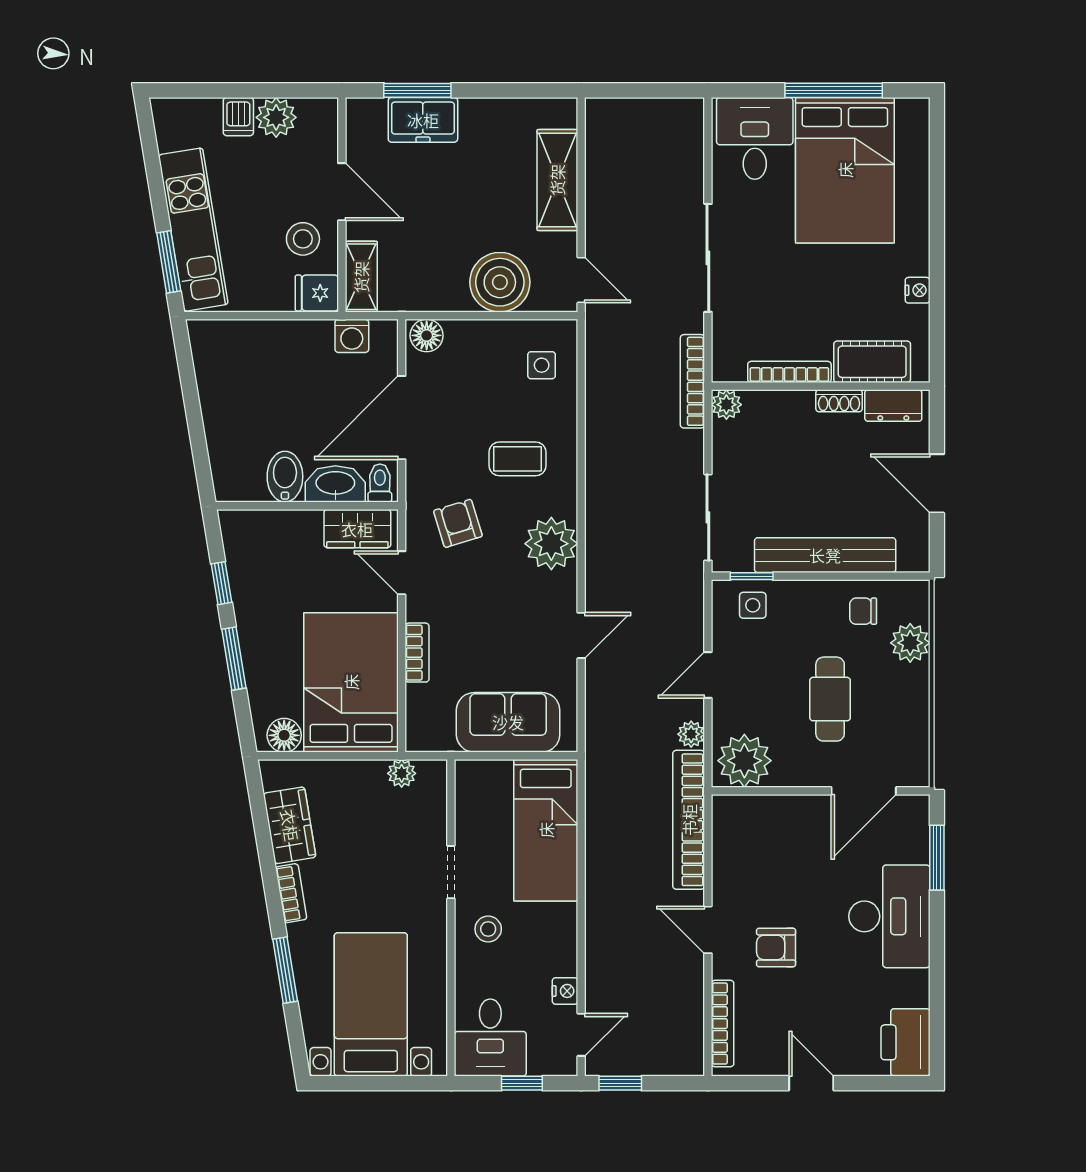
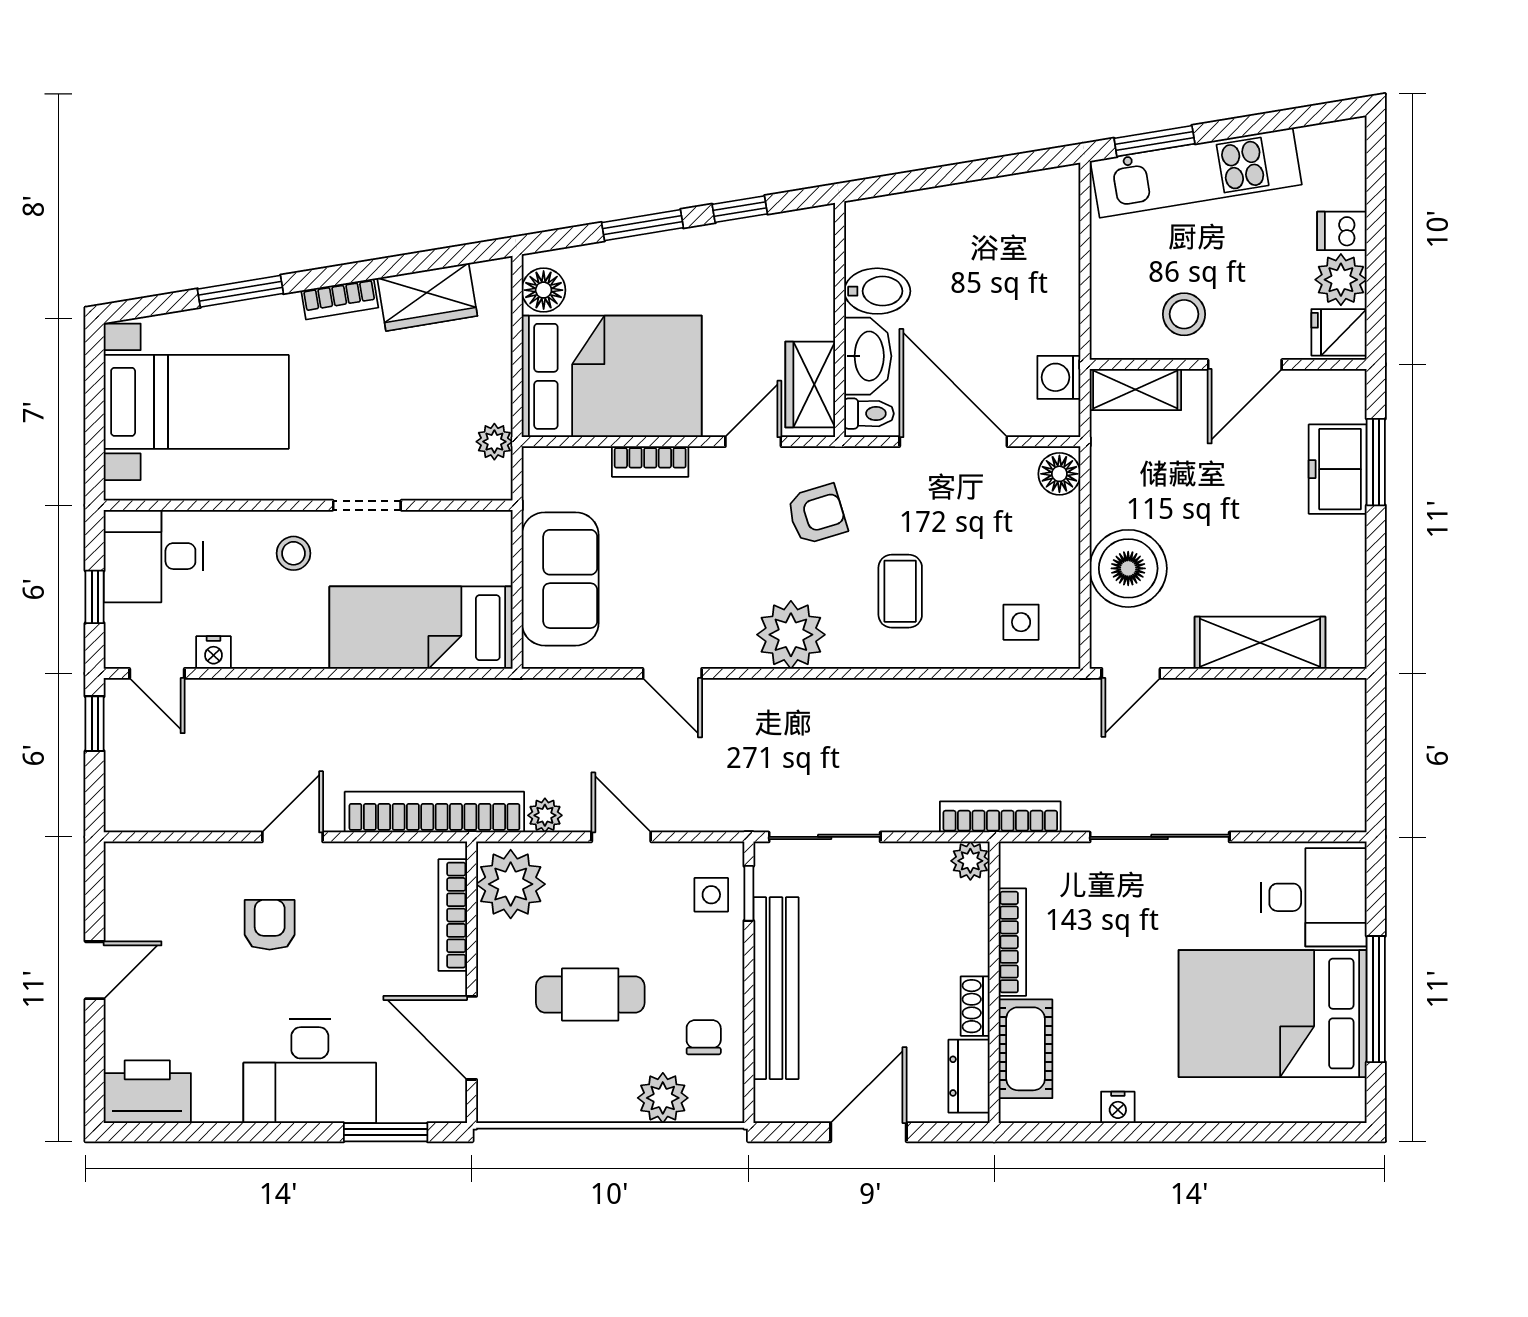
fridge: (317, 293) -> (1339, 332), moved, turned -90
bookcase: (723, 1024) -> (453, 915), moved, turned 90

